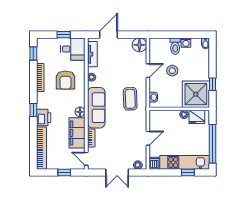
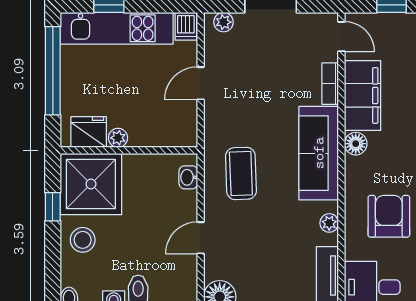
stool: (172, 71) -> (83, 240), moved

